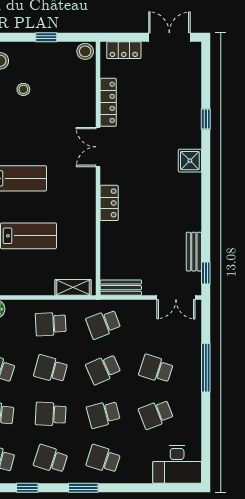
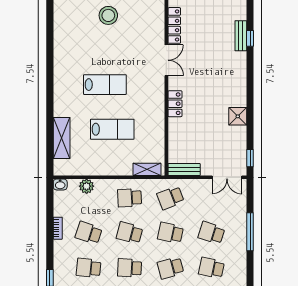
stool: (23, 89) -> (108, 15), width x1.89, depth x1.89
double door: (98, 147) -> (166, 60), swing flipped
shower: (190, 161) -> (238, 116), moved
bench: (194, 252) -> (241, 36), moved
school desk: (103, 369) -> (170, 233), turned 36
school desk: (156, 414) -> (211, 268), turned 33

